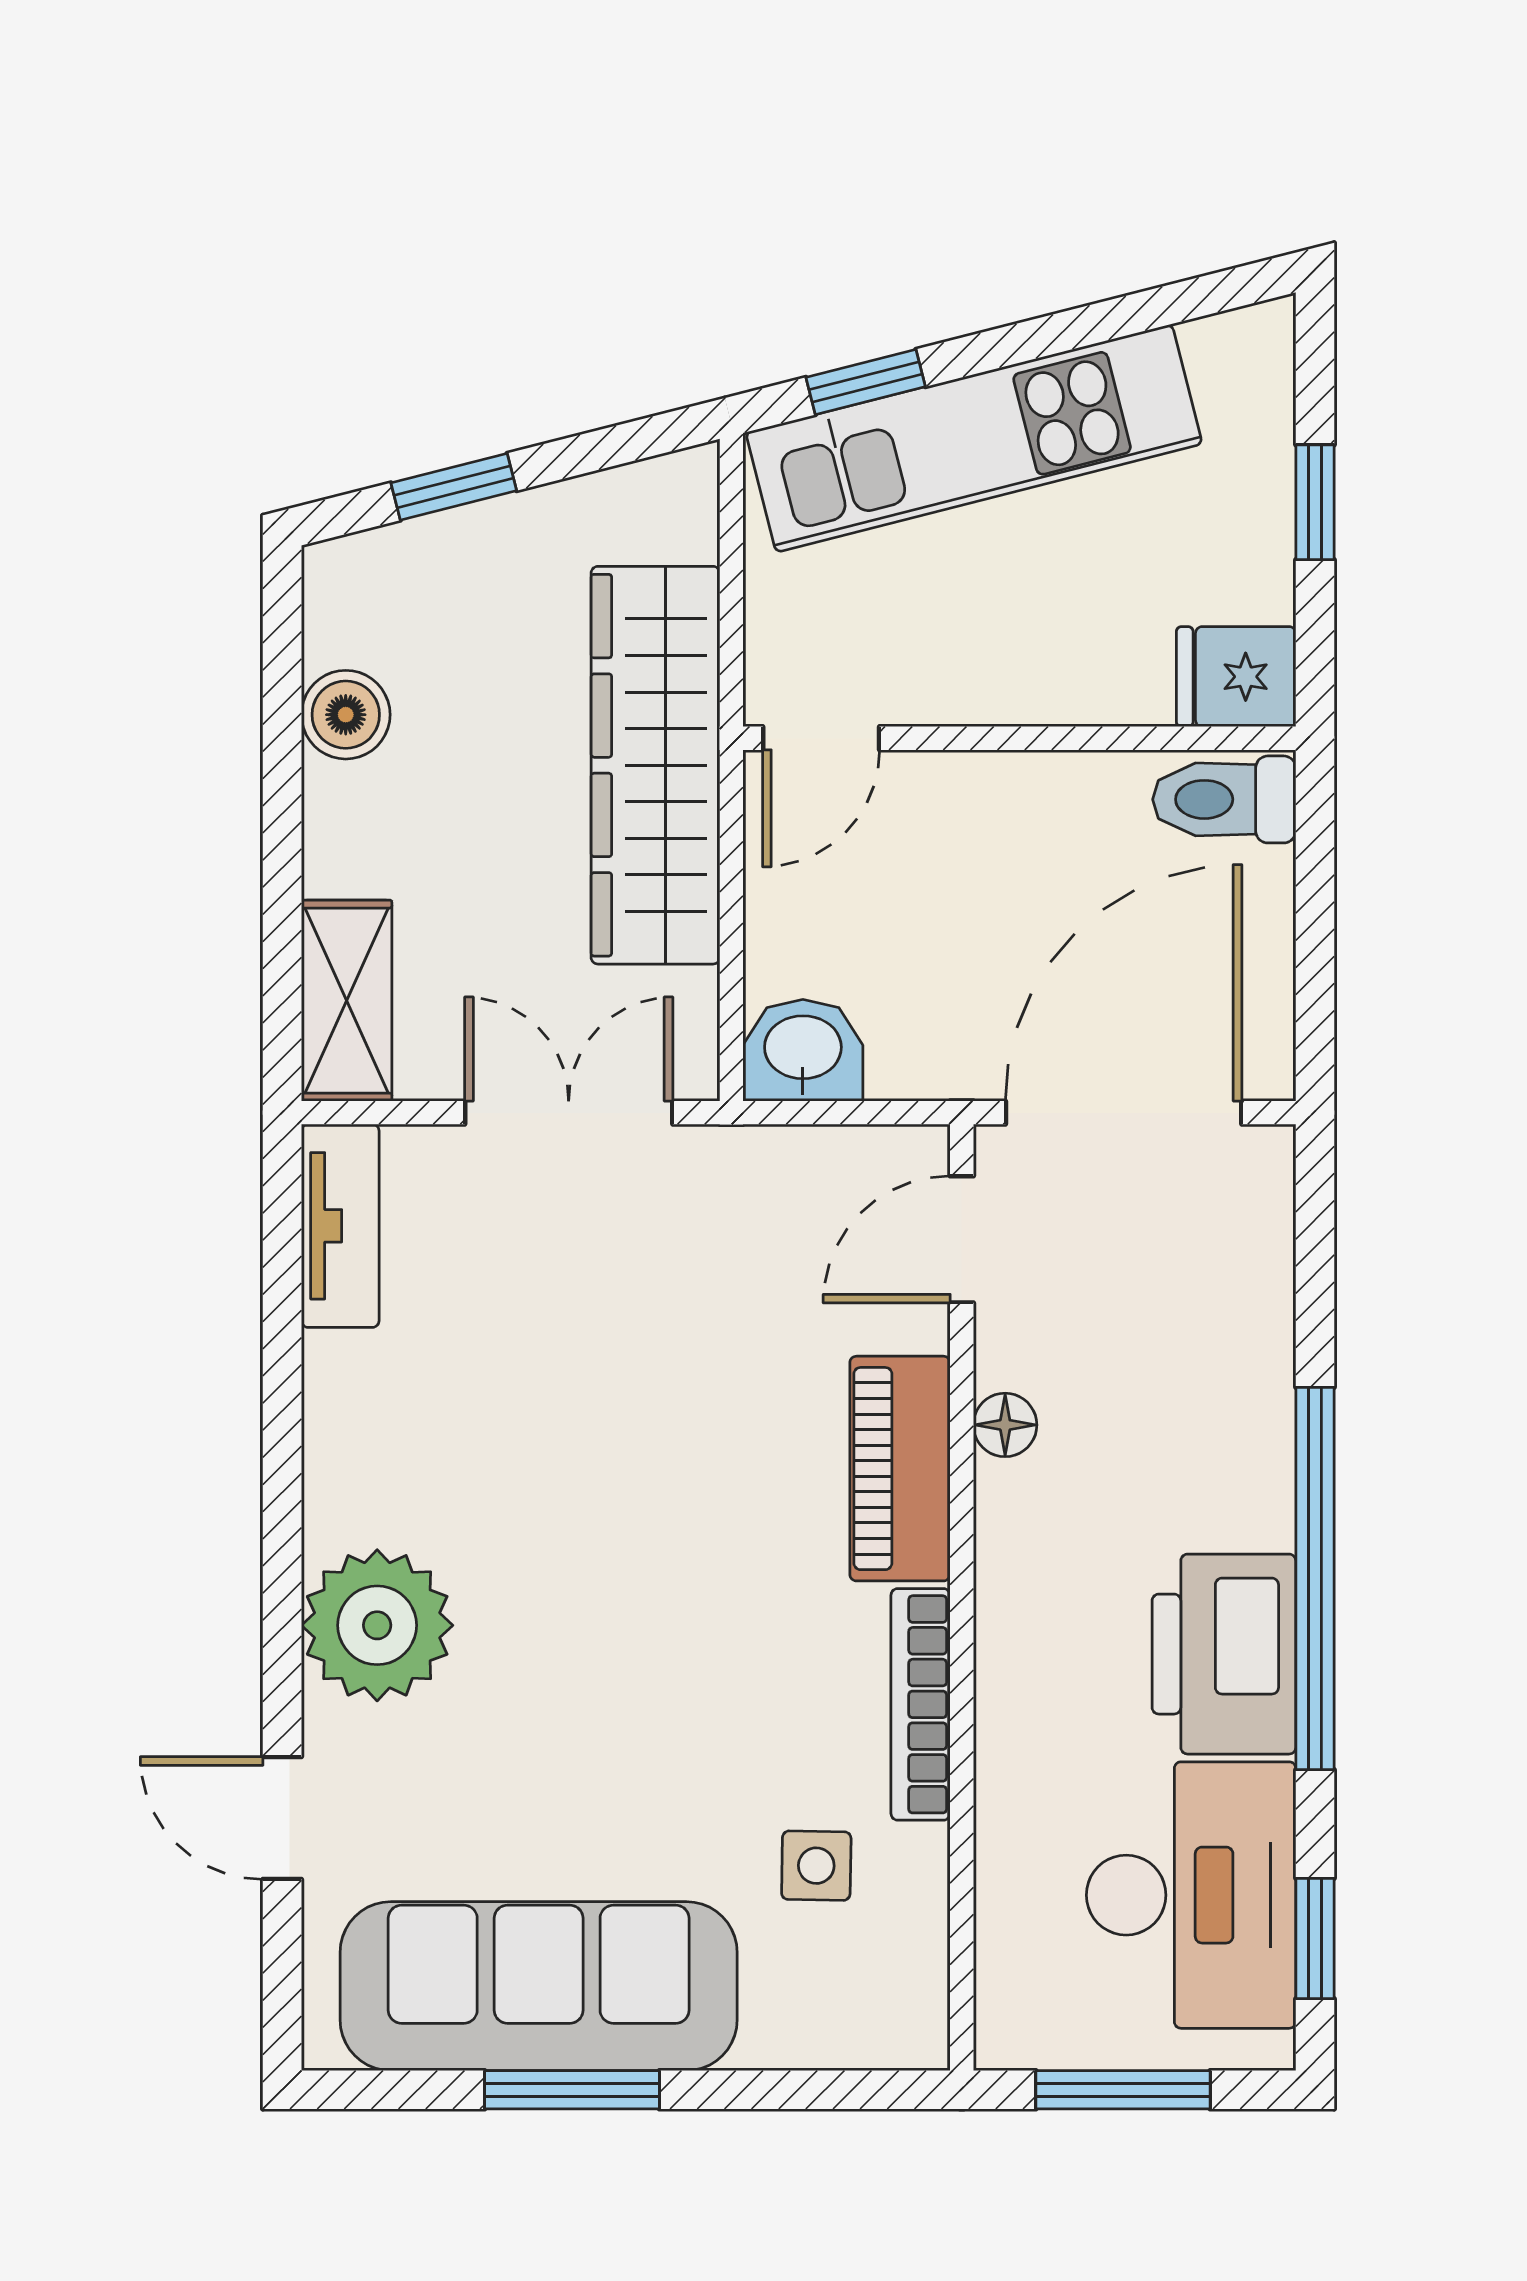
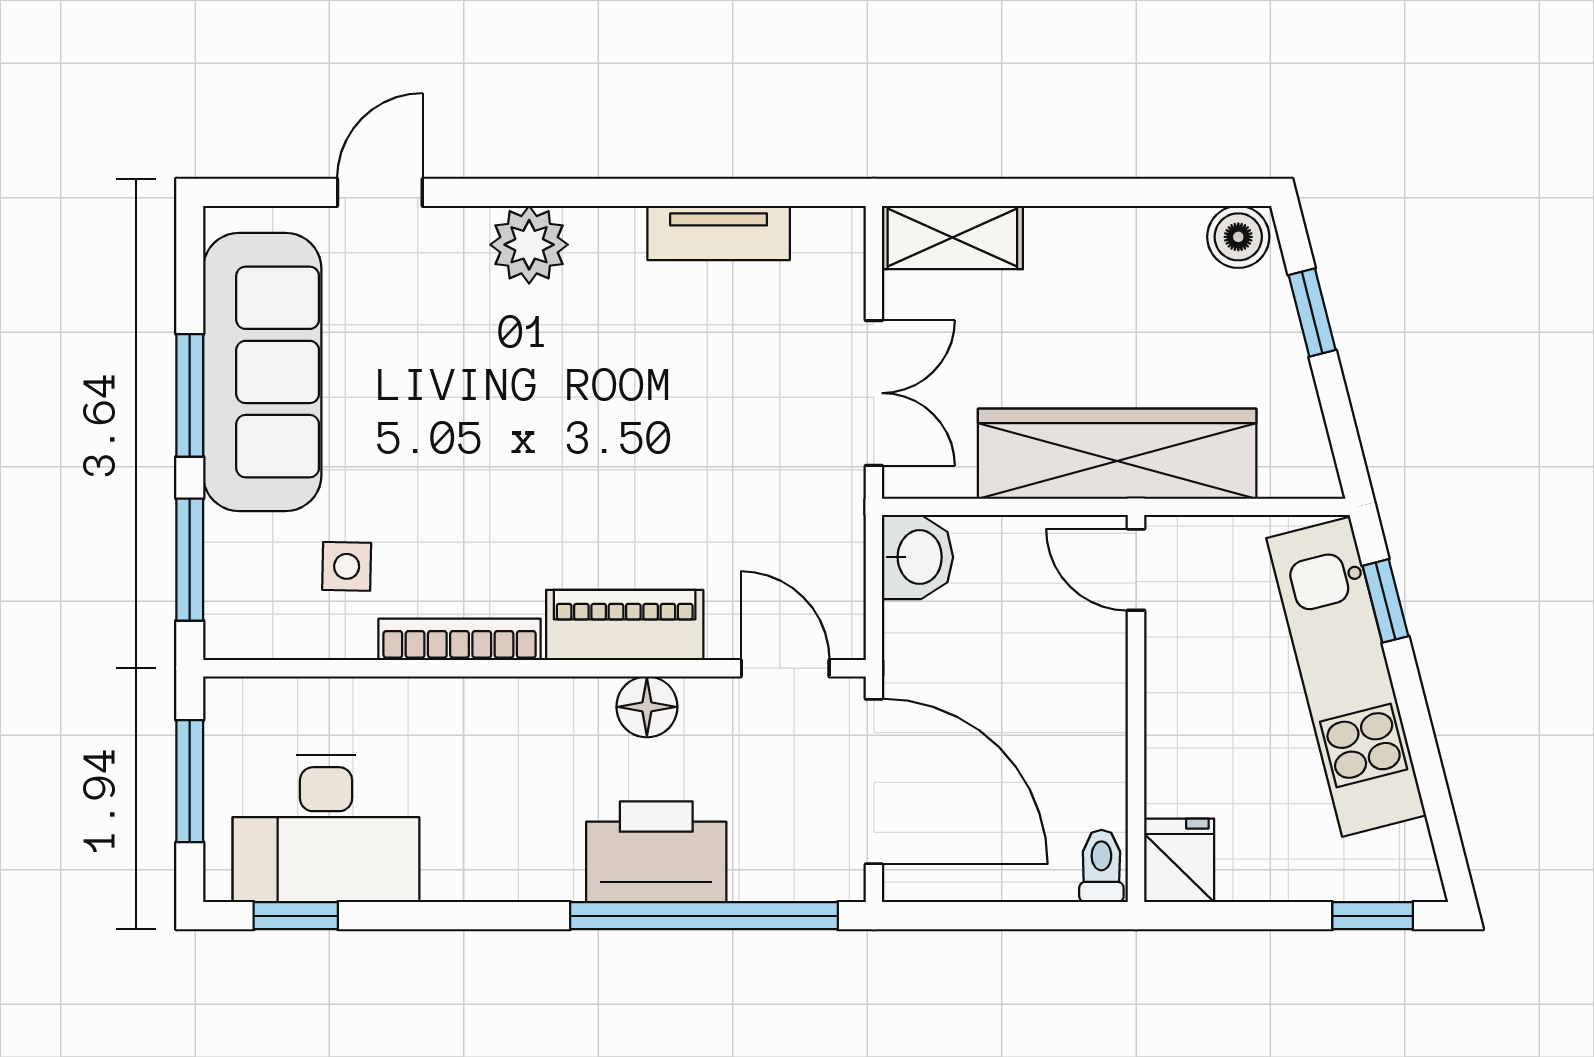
window: (1315, 502) -> (1373, 916), moved
boiler: (346, 715) -> (1238, 237), moved
toilet: (1224, 799) -> (1101, 866), width x0.73, depth x0.72
tv unit: (340, 1226) -> (719, 233), moved
floor lamp: (1005, 1425) -> (647, 707), width x1.37, depth x1.37
window: (1315, 1578) -> (704, 916), moved
plant: (377, 1625) -> (529, 245), width x0.73, depth x0.73
printer: (1224, 1654) -> (656, 852), moved
window: (807, 2090) -> (190, 560), added

